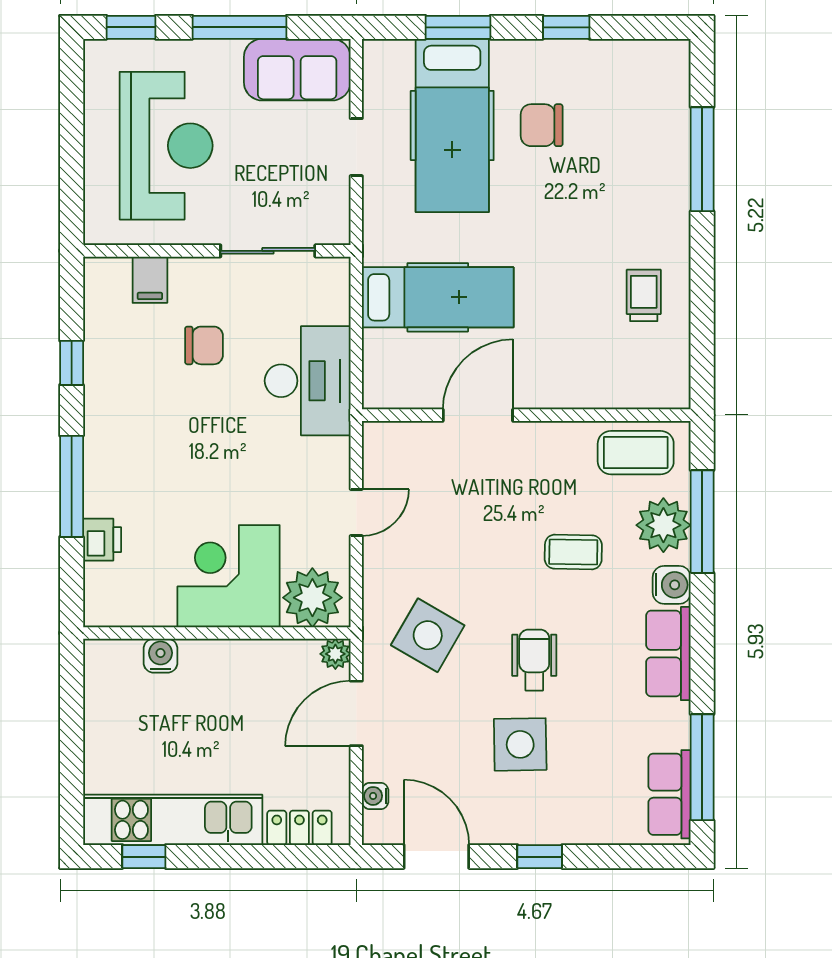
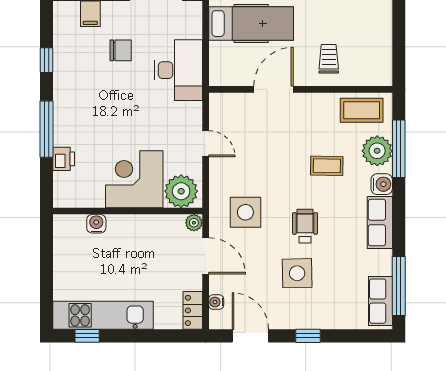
trolley: (644, 295) -> (329, 59), moved
door: (356, 513) -> (206, 144), hinge flipped
side table: (428, 635) -> (245, 212), turned -30
door: (356, 713) -> (206, 256), swing flipped
locker: (299, 828) -> (193, 310), moved, turned -90

